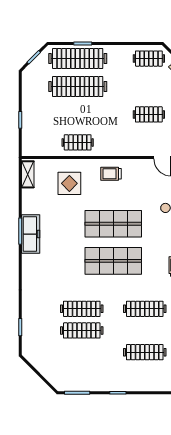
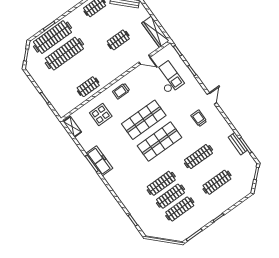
clothes rail: (82, 352) -> (180, 209), added

